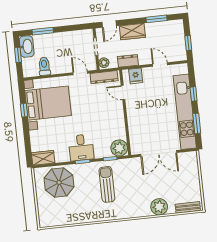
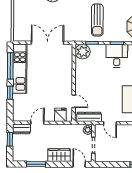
door: (109, 24) -> (79, 164), hinge flipped
dresser: (128, 61) -> (21, 129), moved
door: (160, 64) -> (37, 123), swing flipped
kitchen unit: (185, 112) -> (20, 69), width x0.73
window: (197, 123) -> (10, 66), width x1.44

